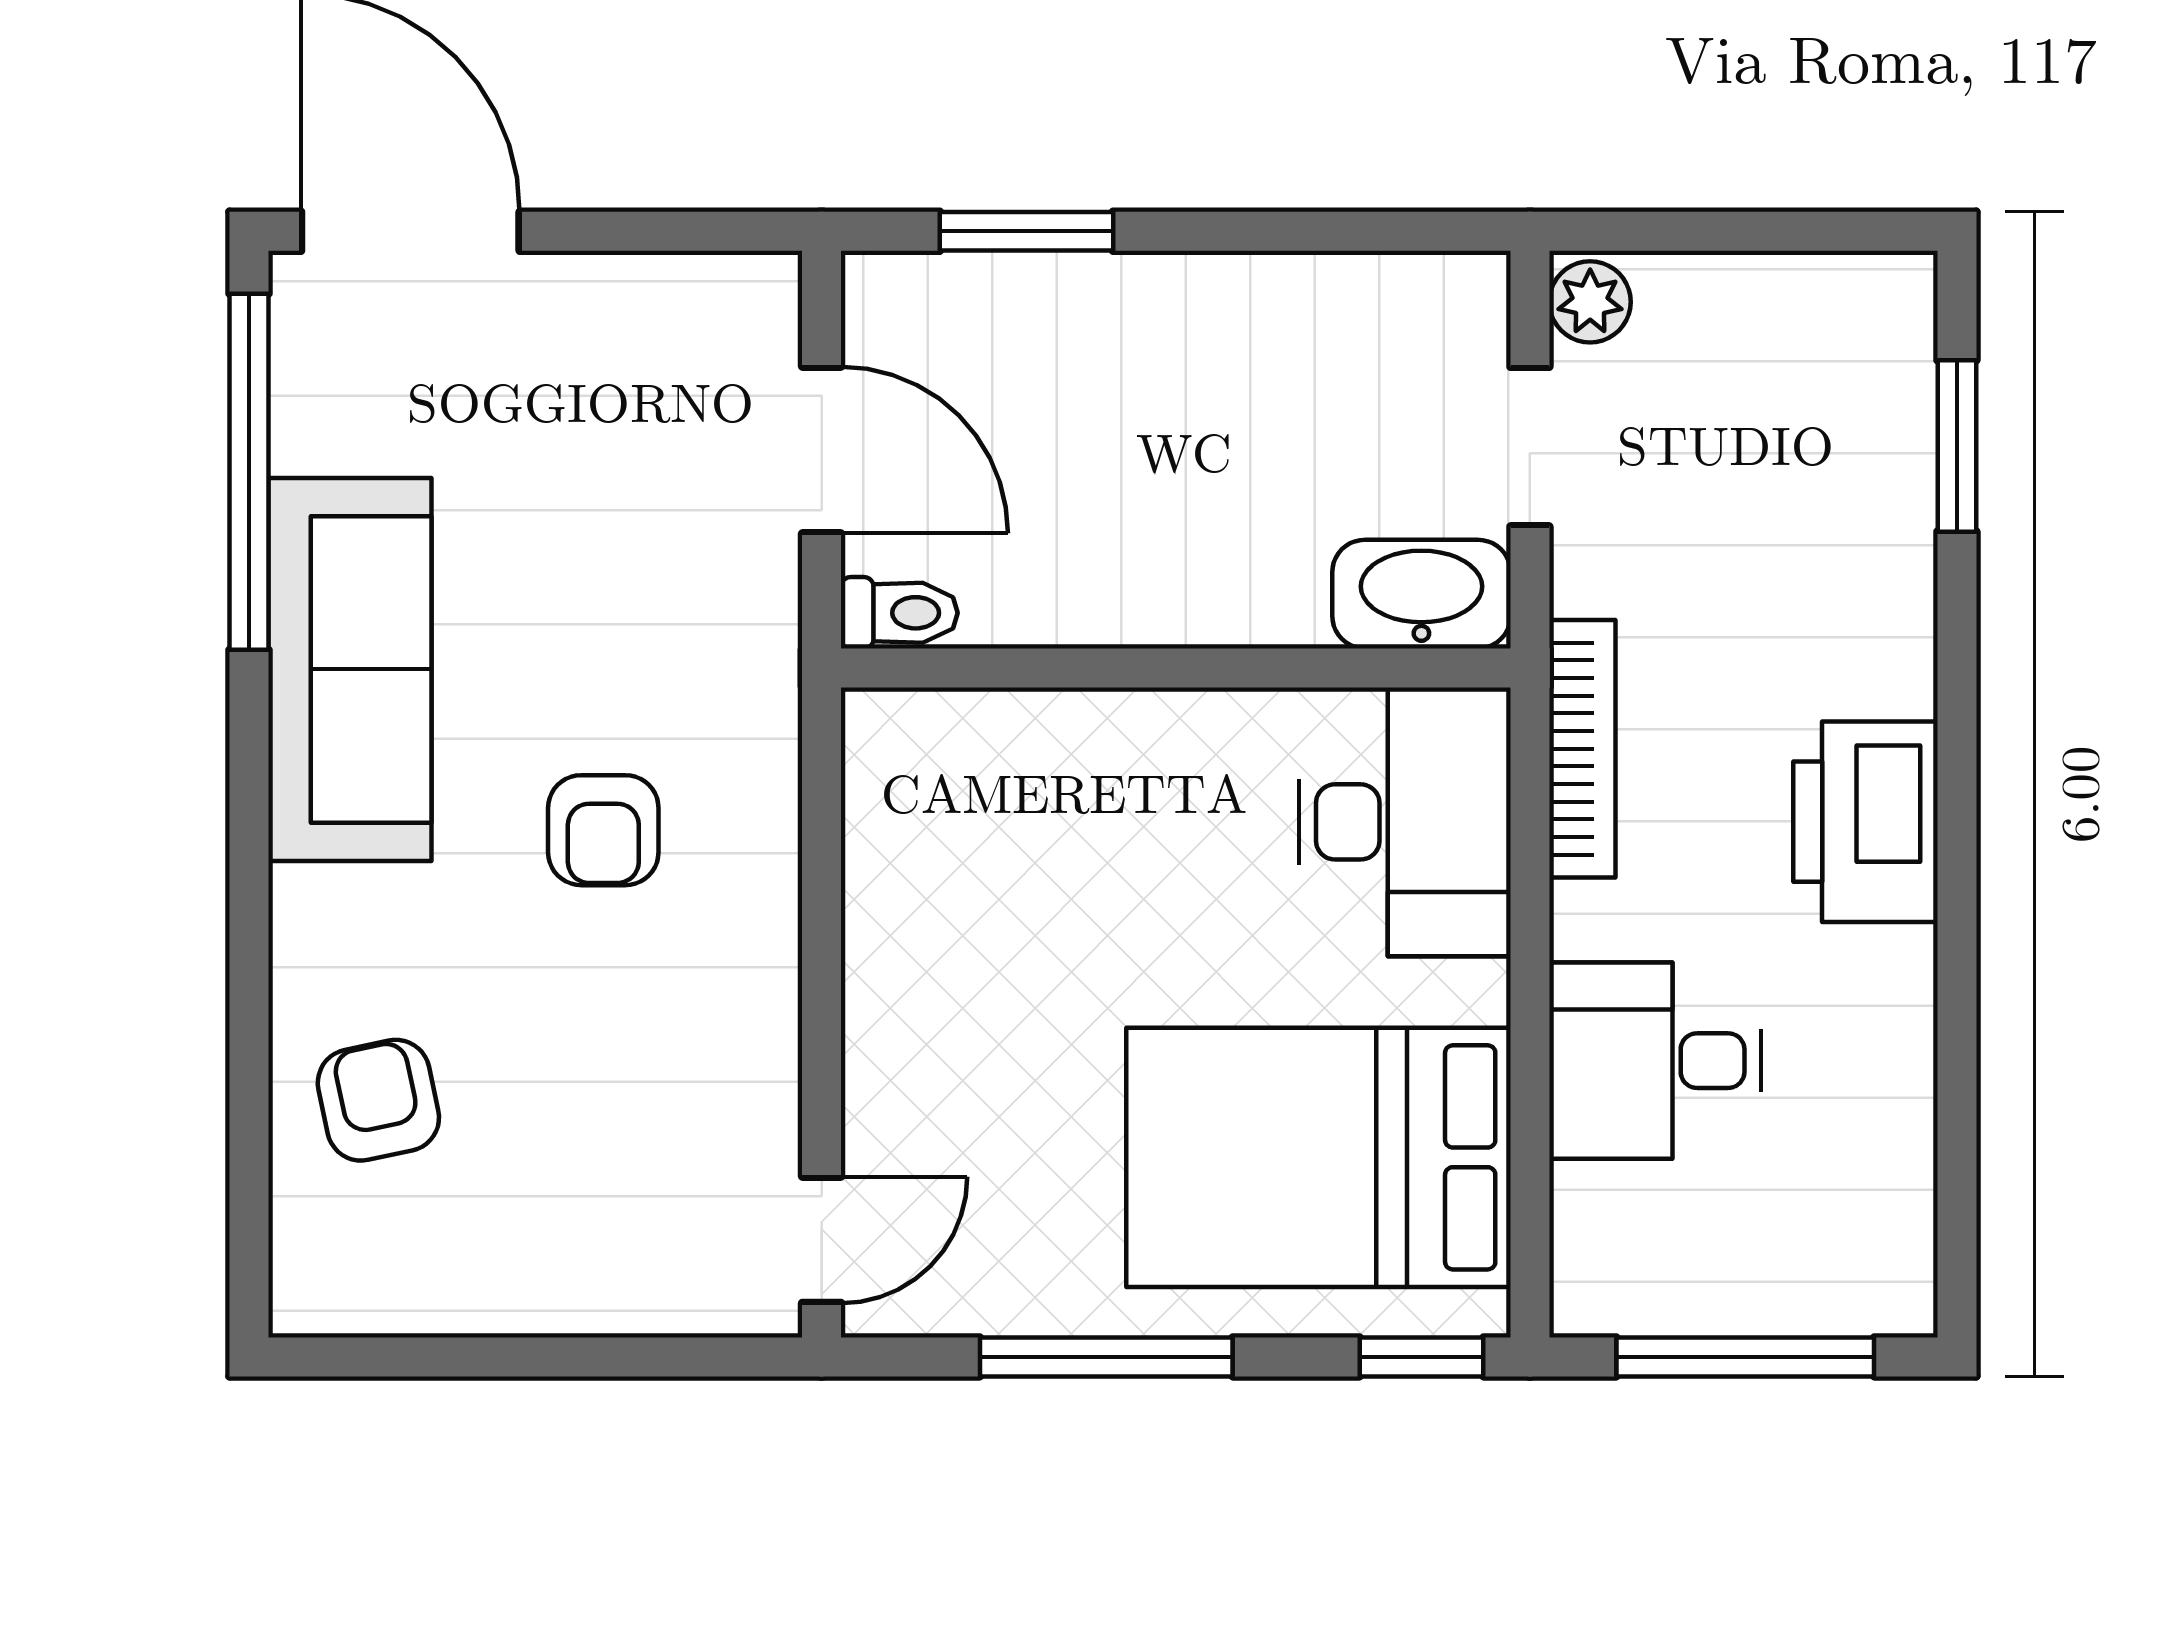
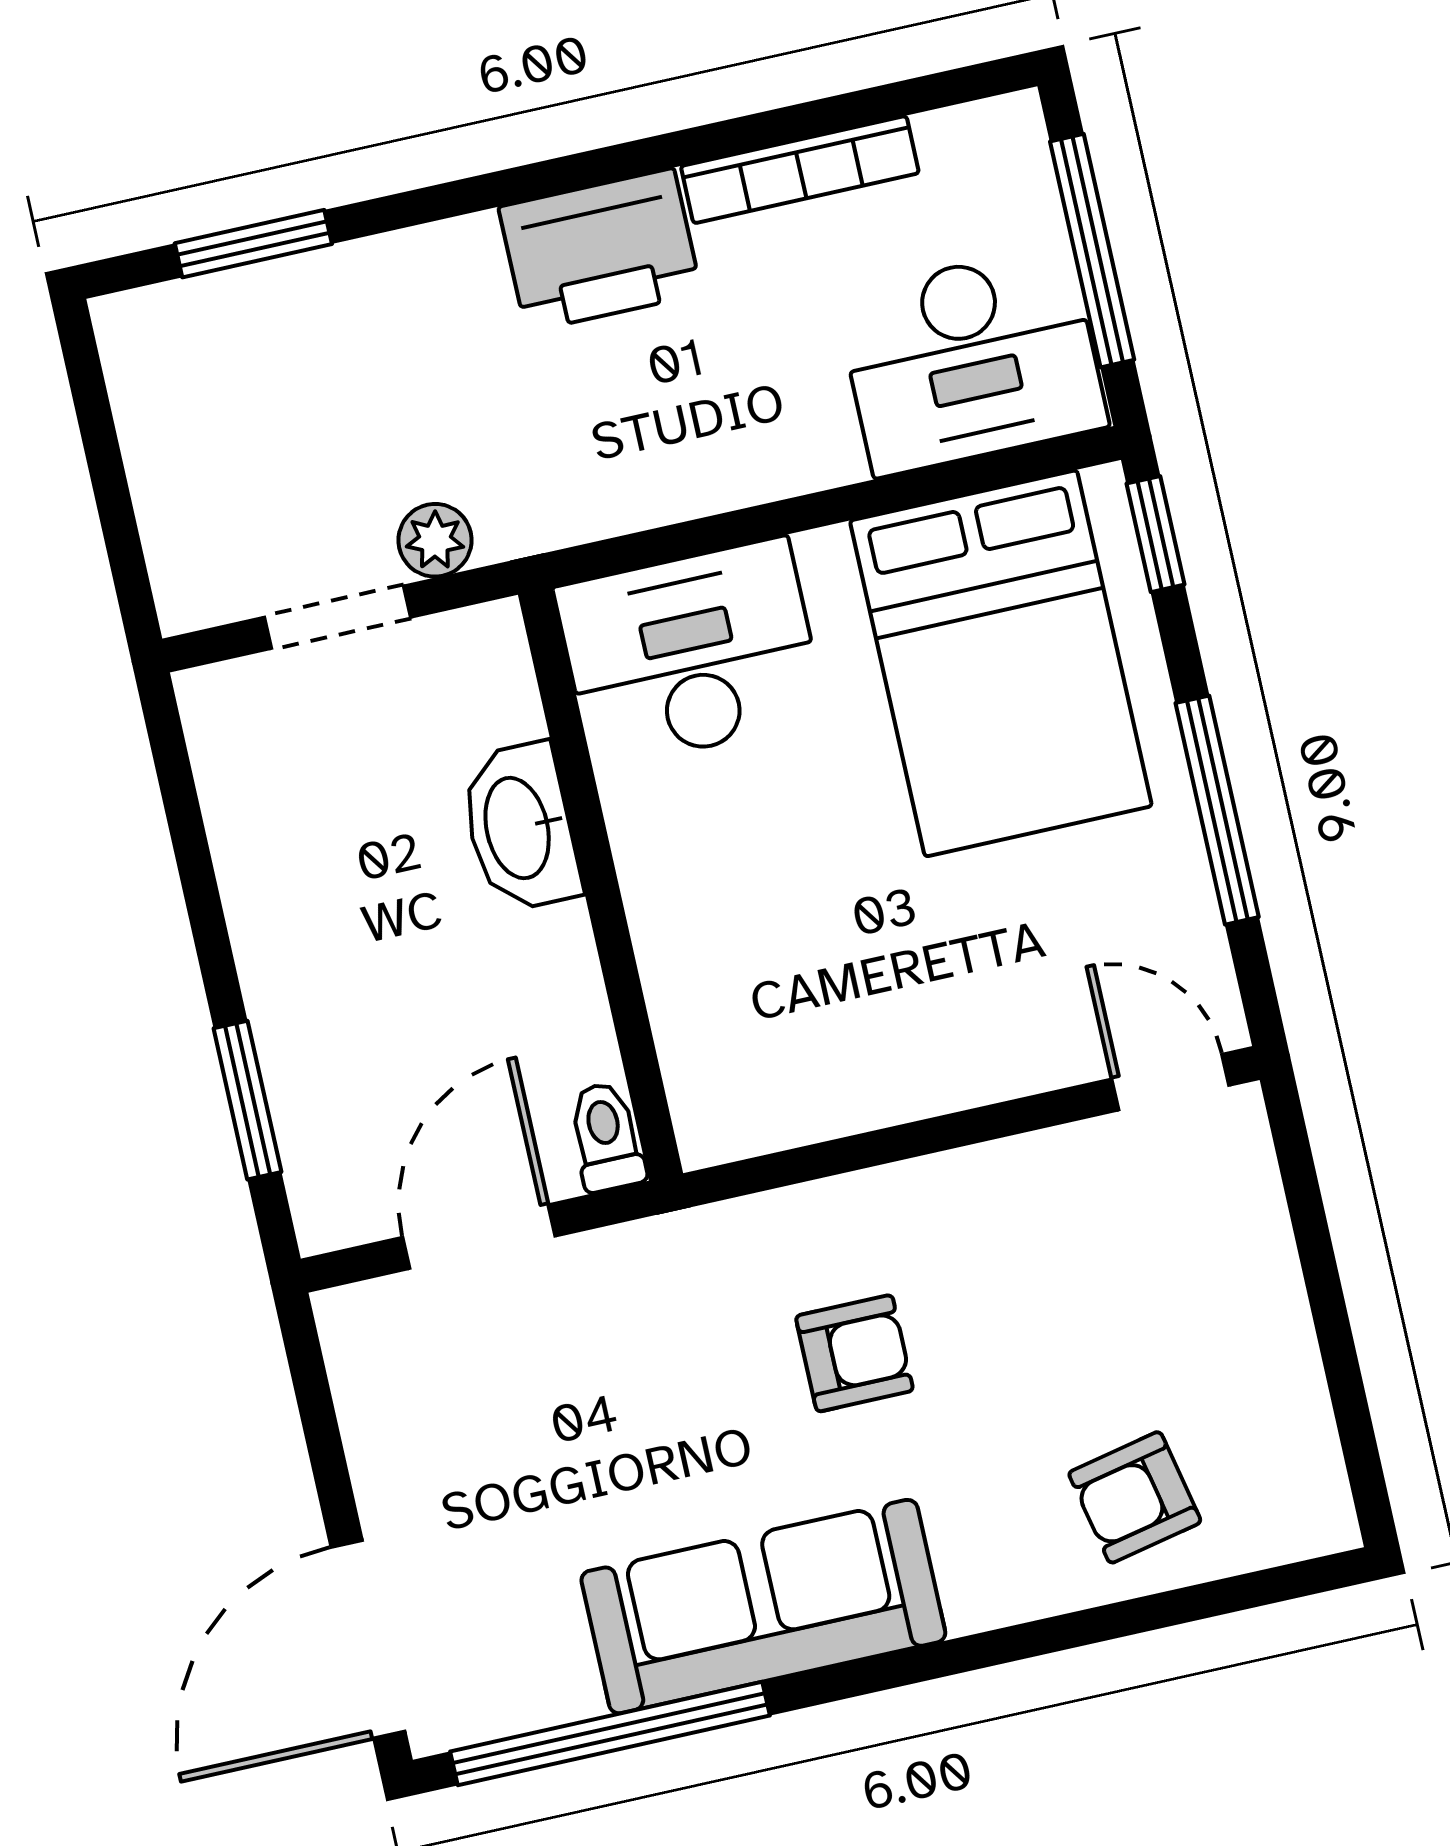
plant: (1590, 302) -> (435, 540), moved
washbasin: (1421, 594) -> (520, 827), moved
bookcase: (1582, 749) -> (800, 170), moved, turned 180
desk: (1655, 1061) -> (971, 360), moved, width x1.37

